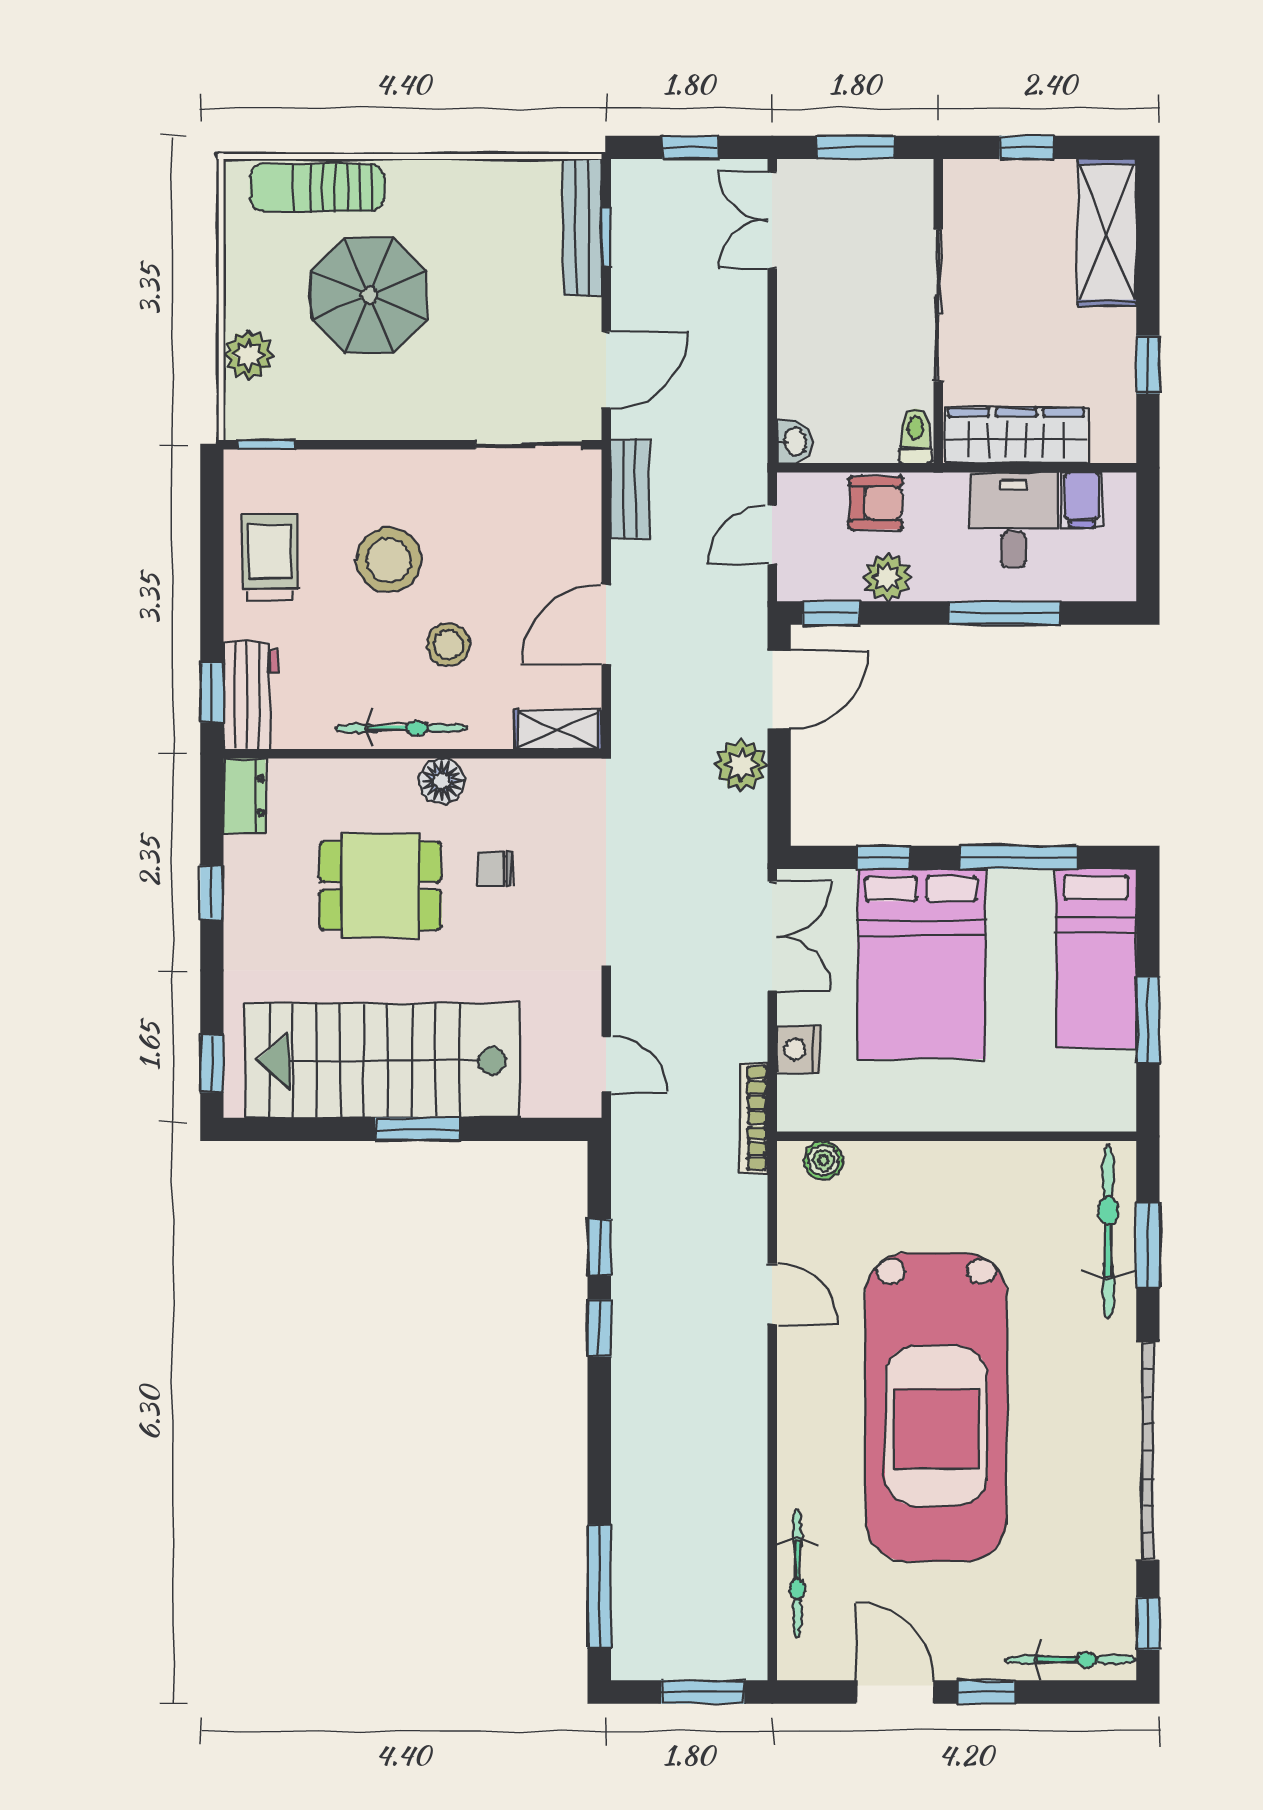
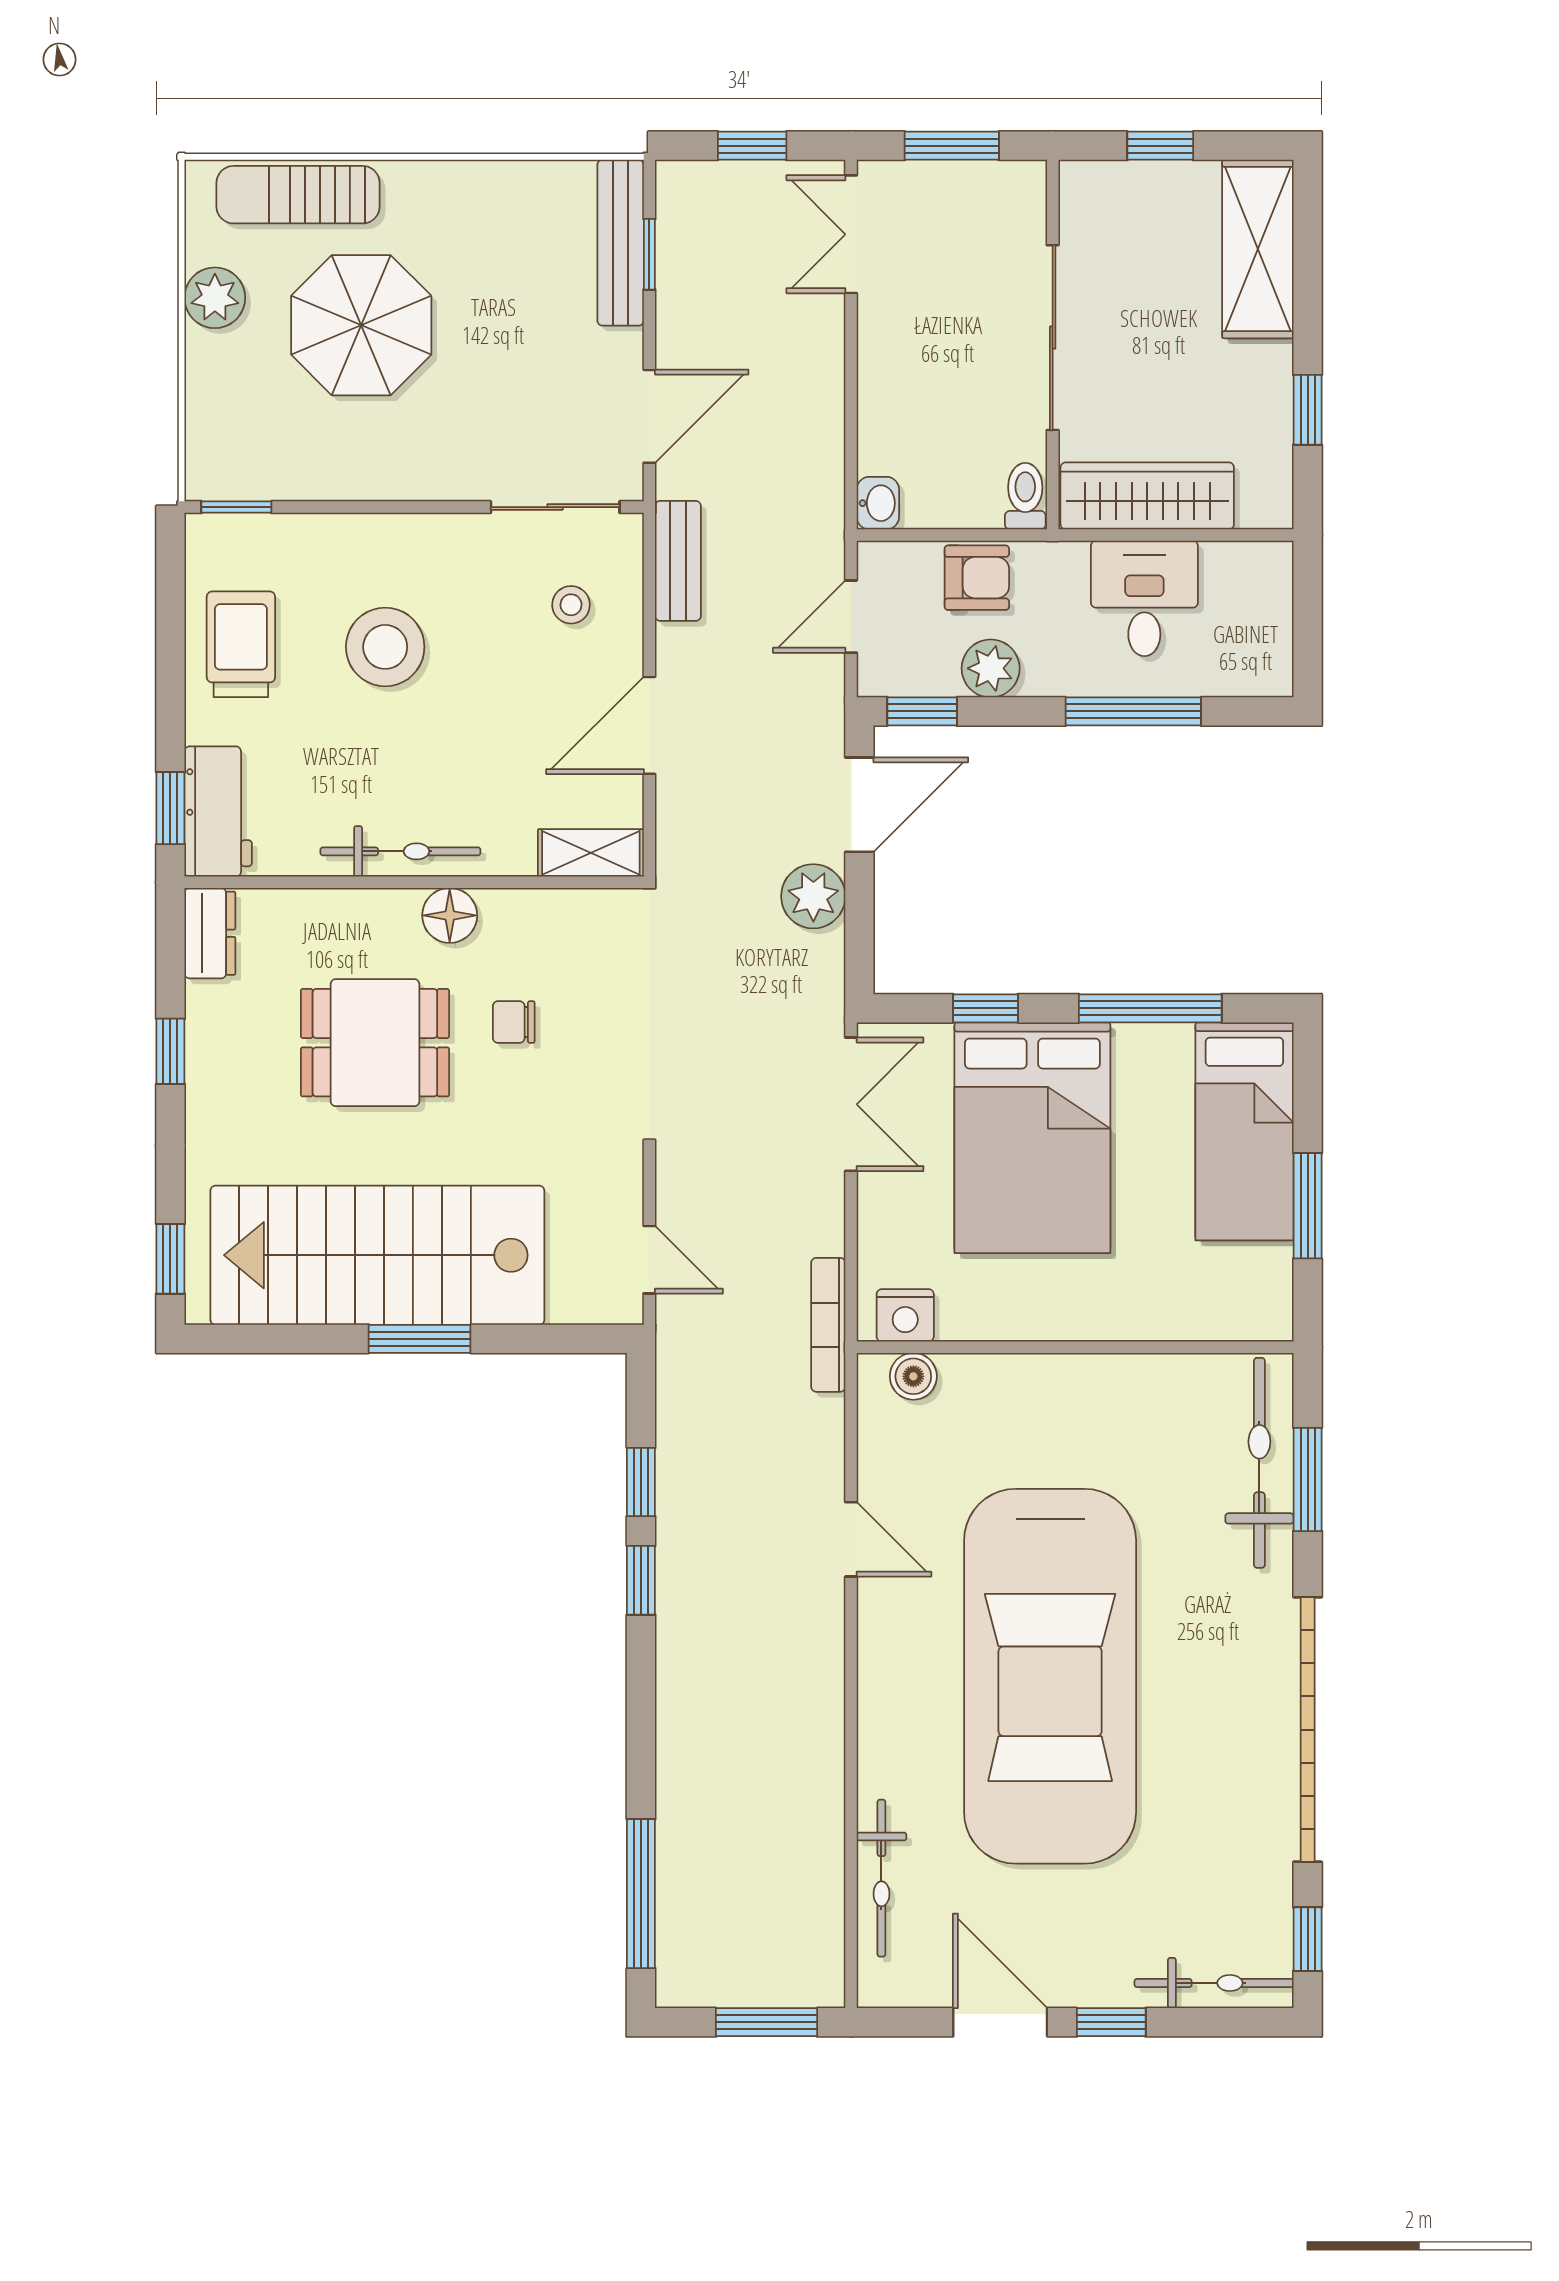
plant: (248, 355) -> (215, 298), moved
filing cabinet: (1082, 500) -> (1227, 574), removed
stool: (448, 645) -> (571, 605), moved, width x0.73, depth x0.73
nightstand: (798, 1049) -> (905, 1315), moved, turned -90

